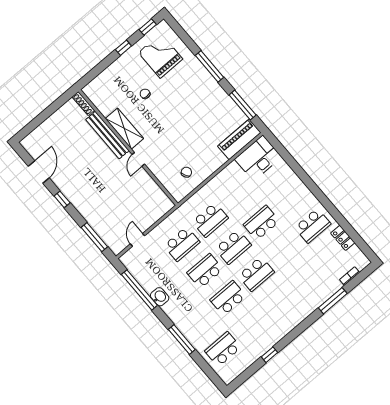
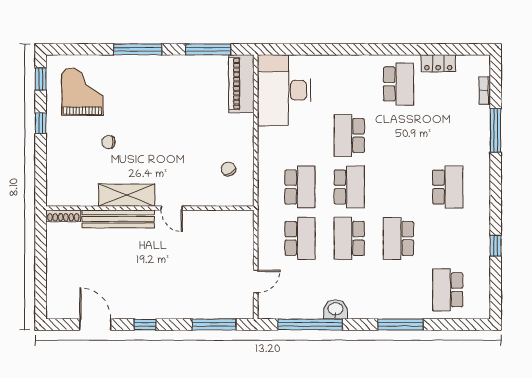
grand piano: (160, 56) -> (82, 92), turned 90
desk: (258, 158) -> (284, 90), width x1.36, depth x1.30
door: (138, 240) -> (256, 281), swing flipped
school desk: (256, 274) -> (448, 187), moved

